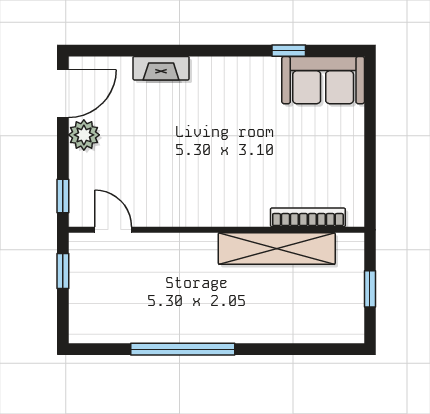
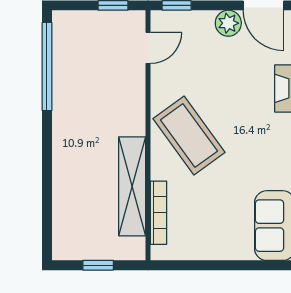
coffee table: (217, 181) -> (189, 135), added
window: (183, 349) -> (47, 67), moved

